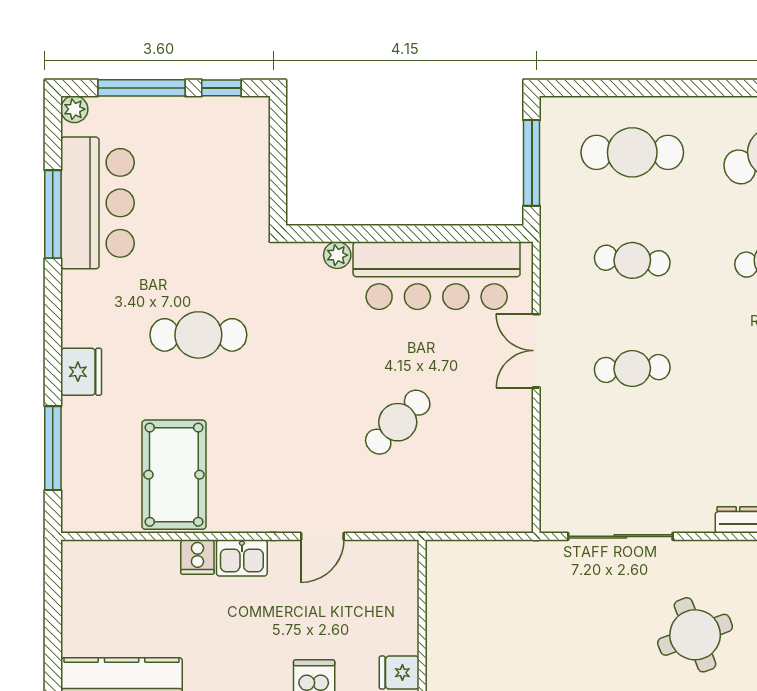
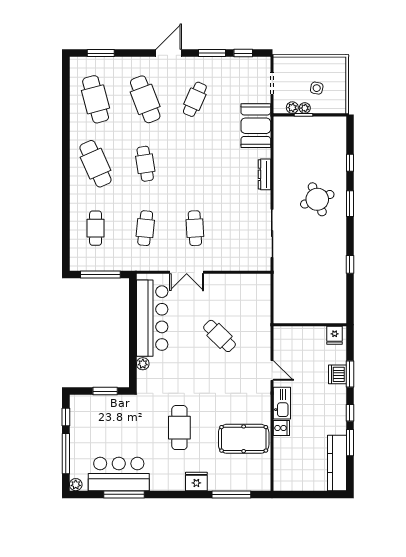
cafe table: (632, 152) -> (96, 228), width x0.73, depth x0.74
window: (278, 173) -> (105, 391), added
kitchen sink: (242, 558) -> (282, 403), width x1.38

